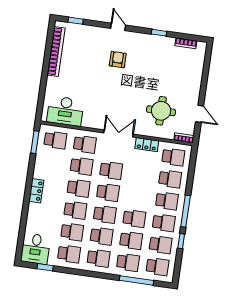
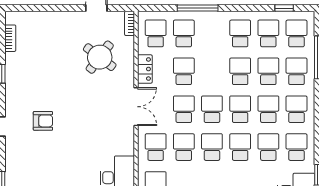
armchair: (118, 60) -> (43, 121), turned 180
round table: (161, 111) -> (100, 57), turned 37
double door: (118, 134) -> (136, 107), swing flipped
school desk: (167, 201) -> (184, 71), moved
window: (186, 211) -> (198, 8), moved
window: (181, 241) -> (284, 8), moved

